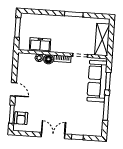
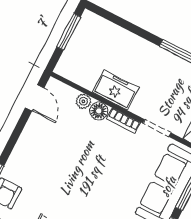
freezer: (40, 45) -> (116, 90), moved
door: (13, 89) -> (35, 98), moved

